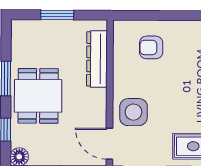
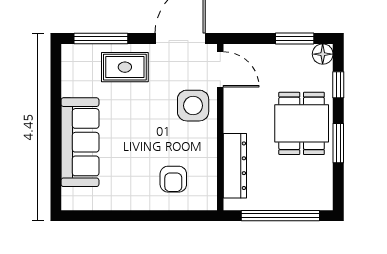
window: (57, 15) -> (280, 216), width x2.11
armchair: (151, 47) -> (173, 179), turned 90

